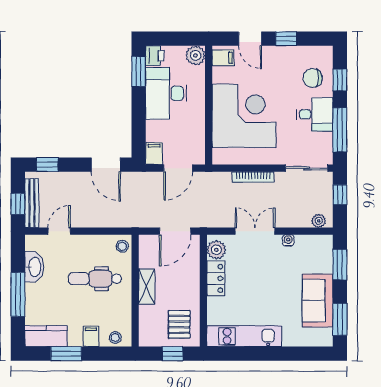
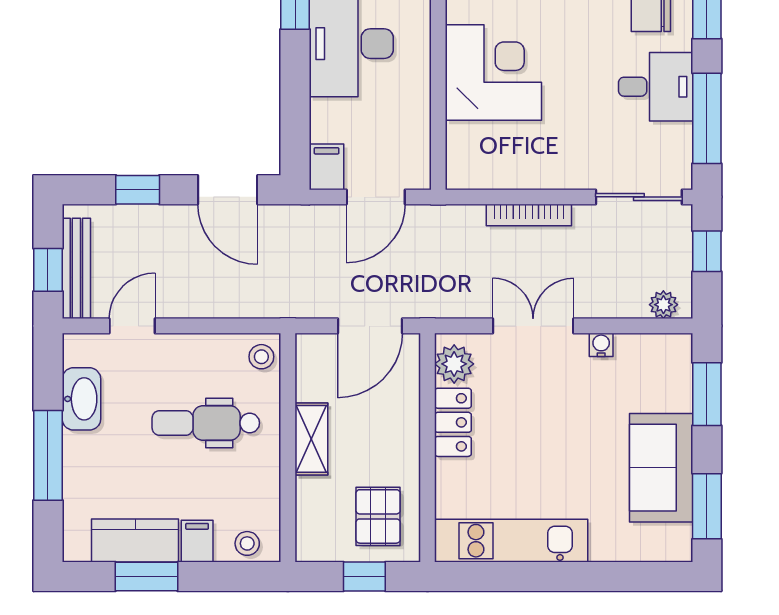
corner desk: (244, 116) -> (493, 73), width x0.74, depth x0.74
window: (47, 165) -> (138, 190), moved
kitchen counter: (46, 336) -> (135, 541), moved

